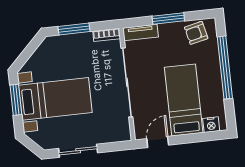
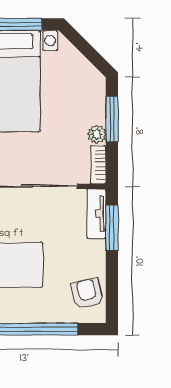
window: (168, 19) -> (112, 228), moved
plant: (86, 38) -> (97, 134), added

